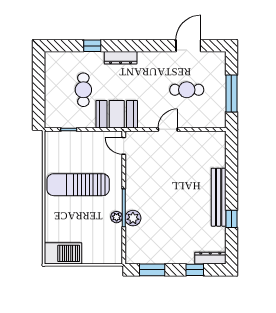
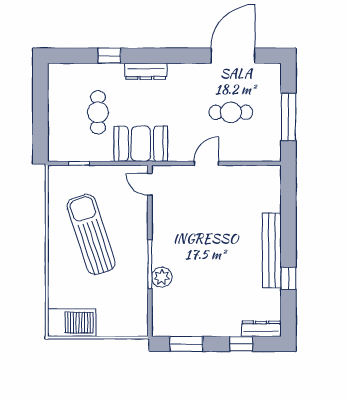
door: (188, 46) -> (233, 56), width x1.36
sun lounger: (78, 185) -> (91, 234), turned 72
plant: (117, 217) -> (141, 276), removed

